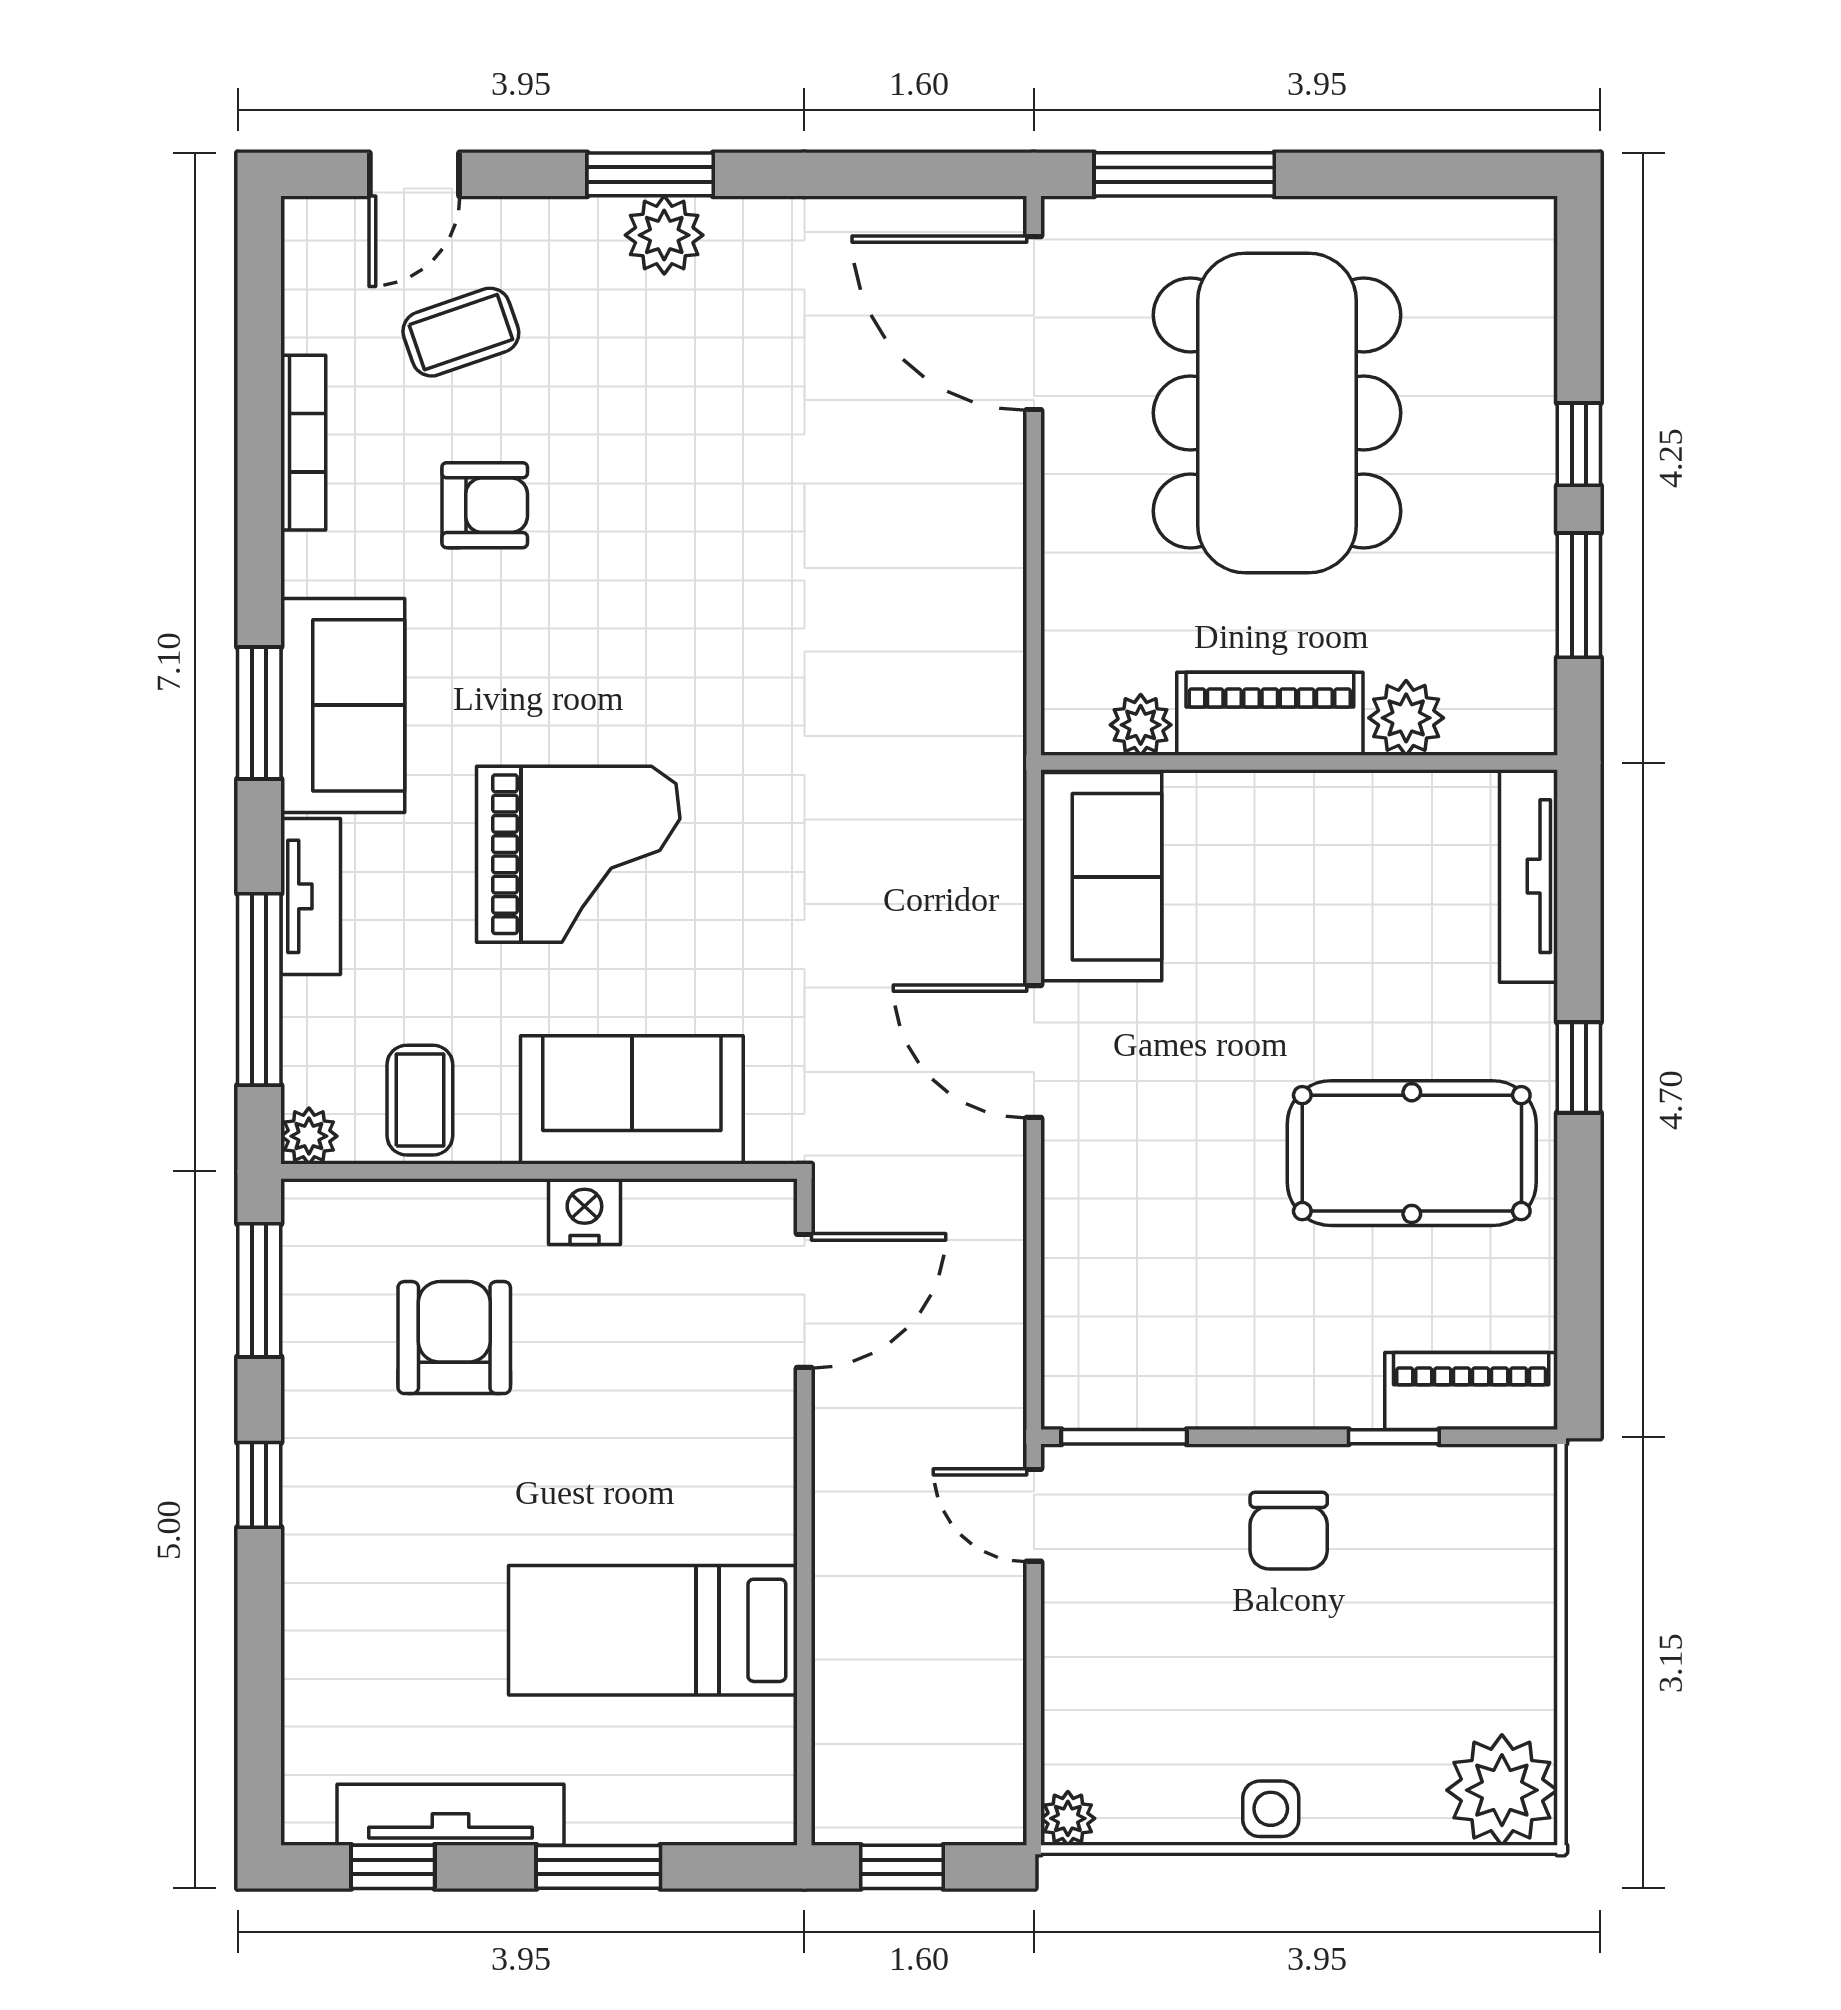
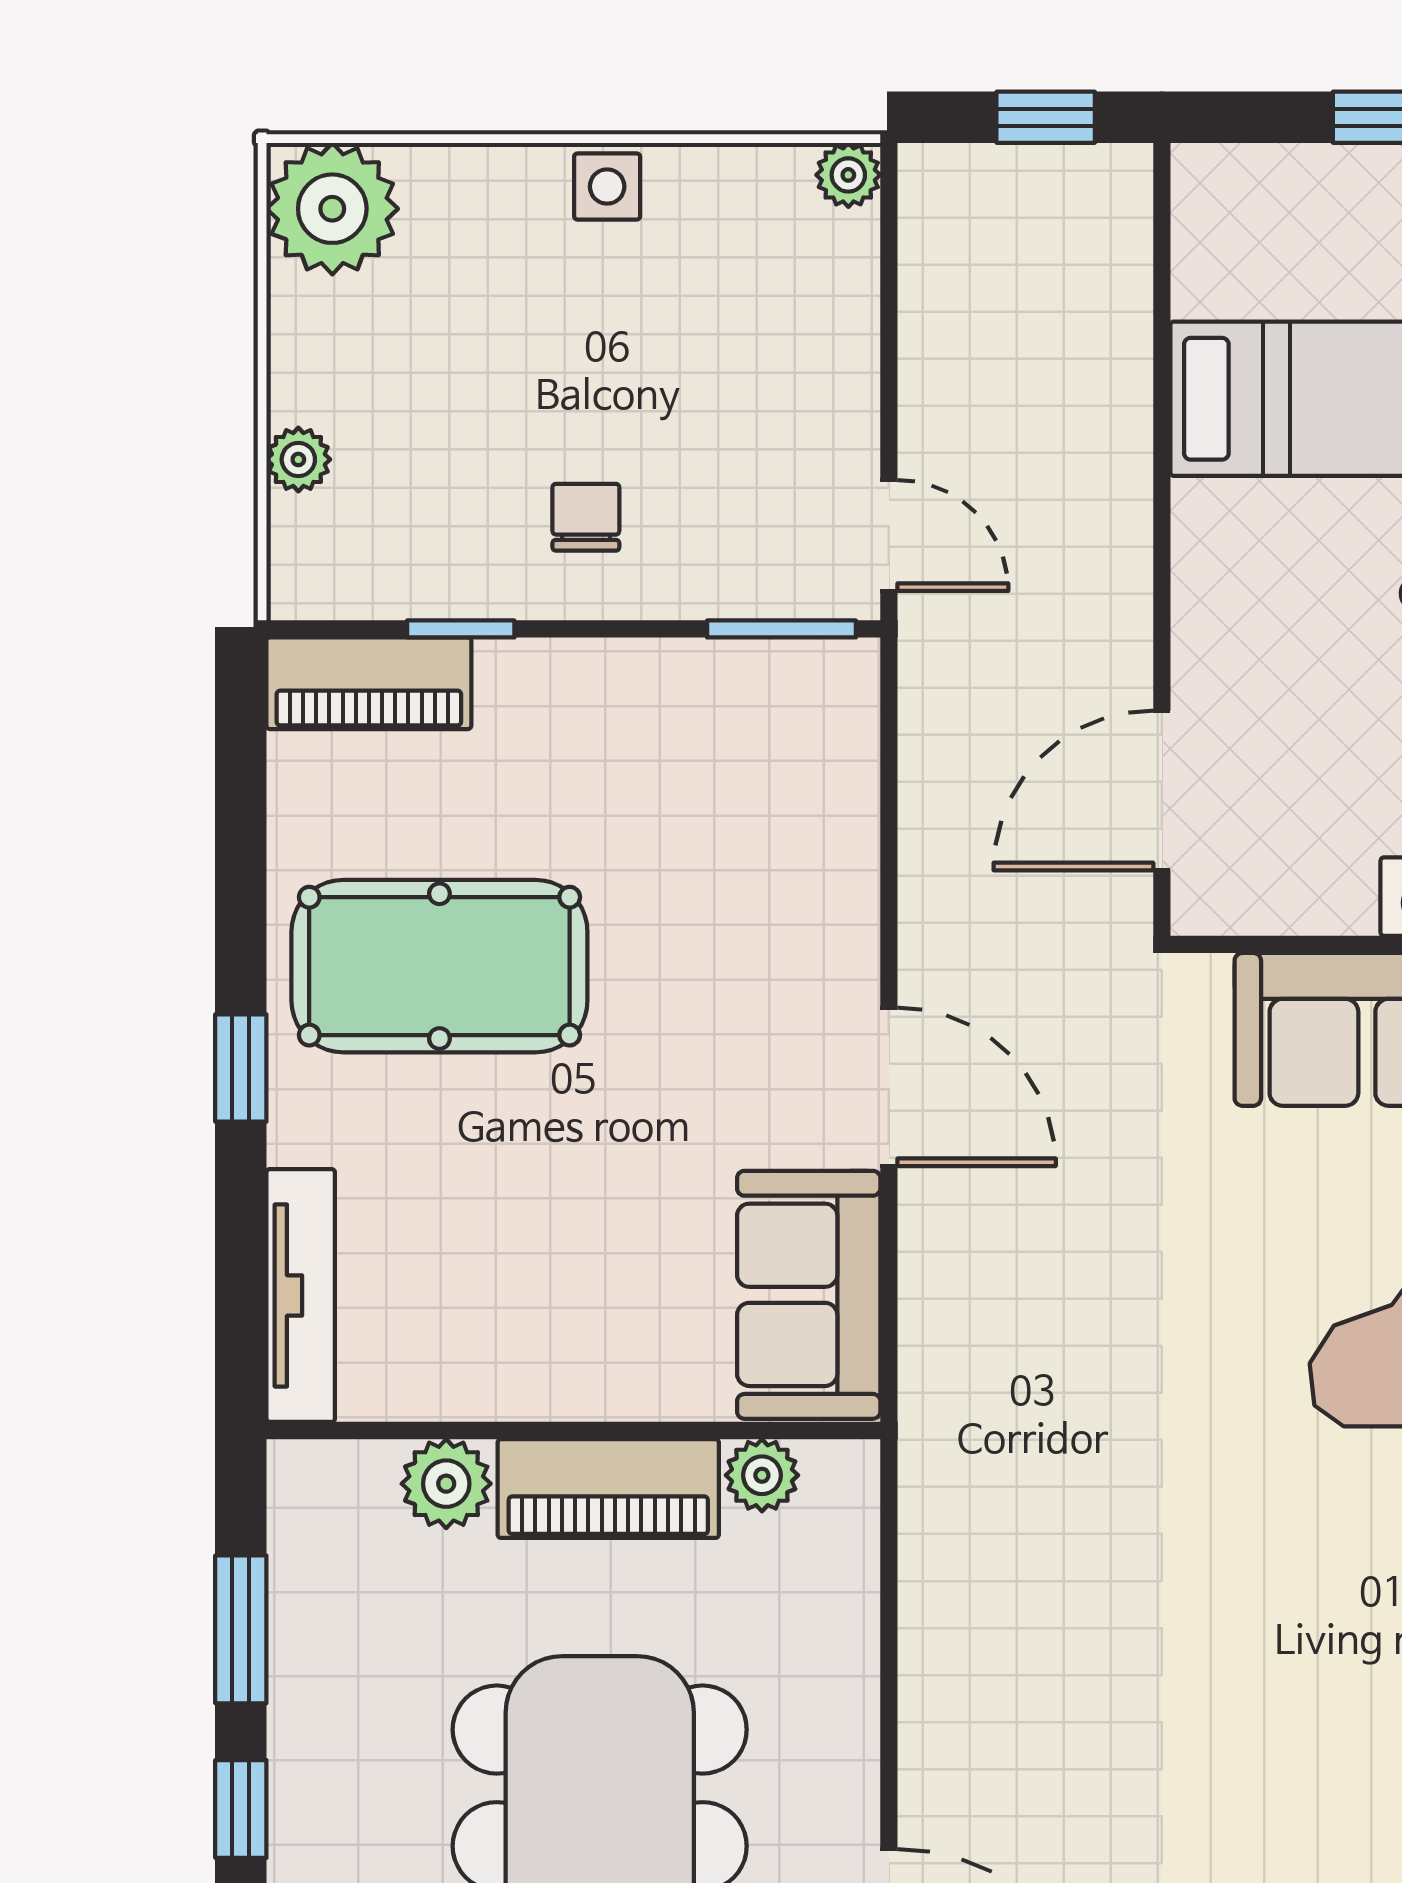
chair: (1289, 1531) -> (586, 517), width x0.73, depth x0.73
plant: (1530, 1579) -> (298, 459), added

